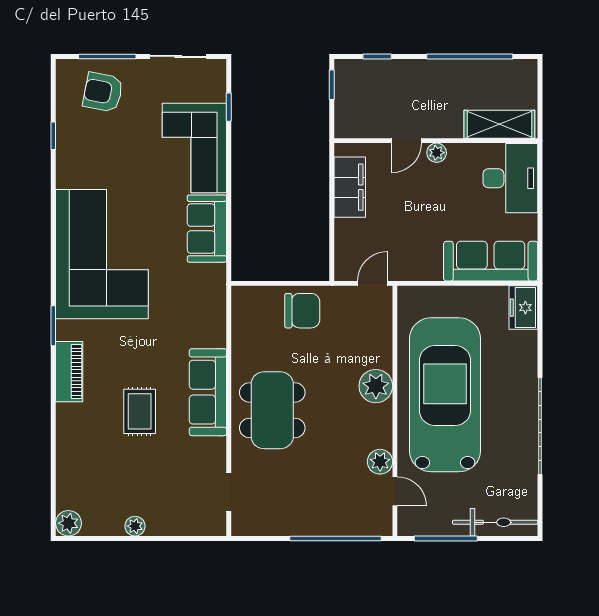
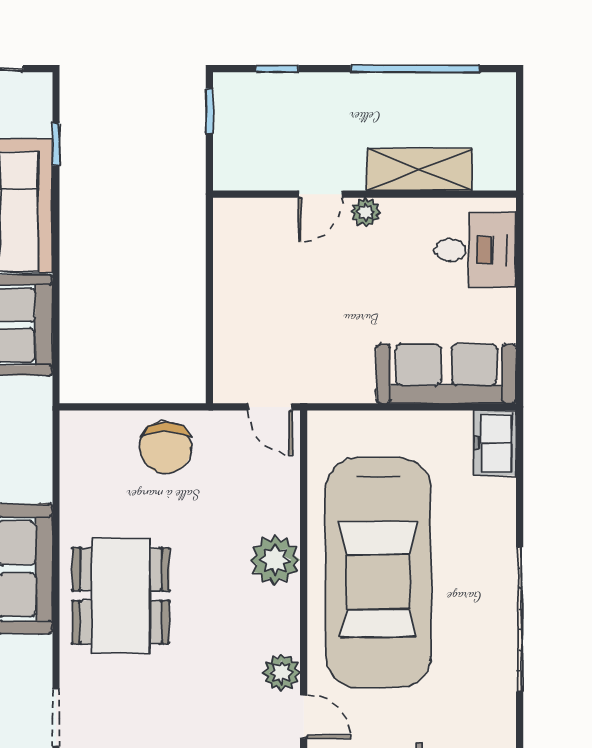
shelving: (499, 124) -> (420, 170), moved
desk: (510, 178) -> (476, 250), width x0.73
filing cabinet: (350, 187) -> (236, 264), removed
door: (372, 283) -> (270, 407), swing flipped
chair: (302, 311) -> (165, 448), turned 90
car: (445, 395) -> (378, 573), turned 180

